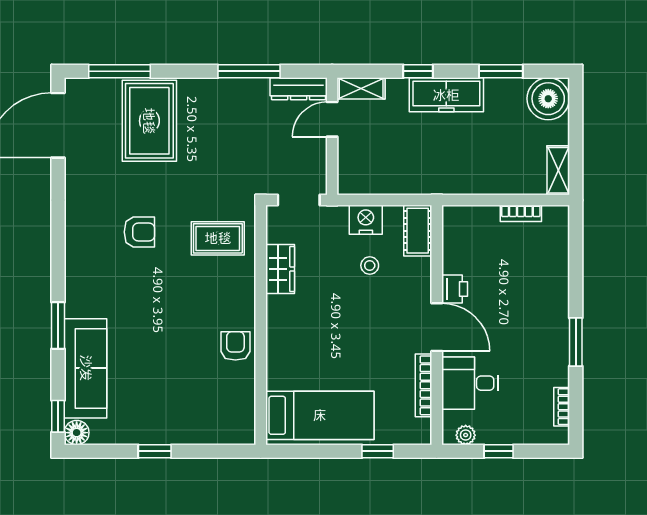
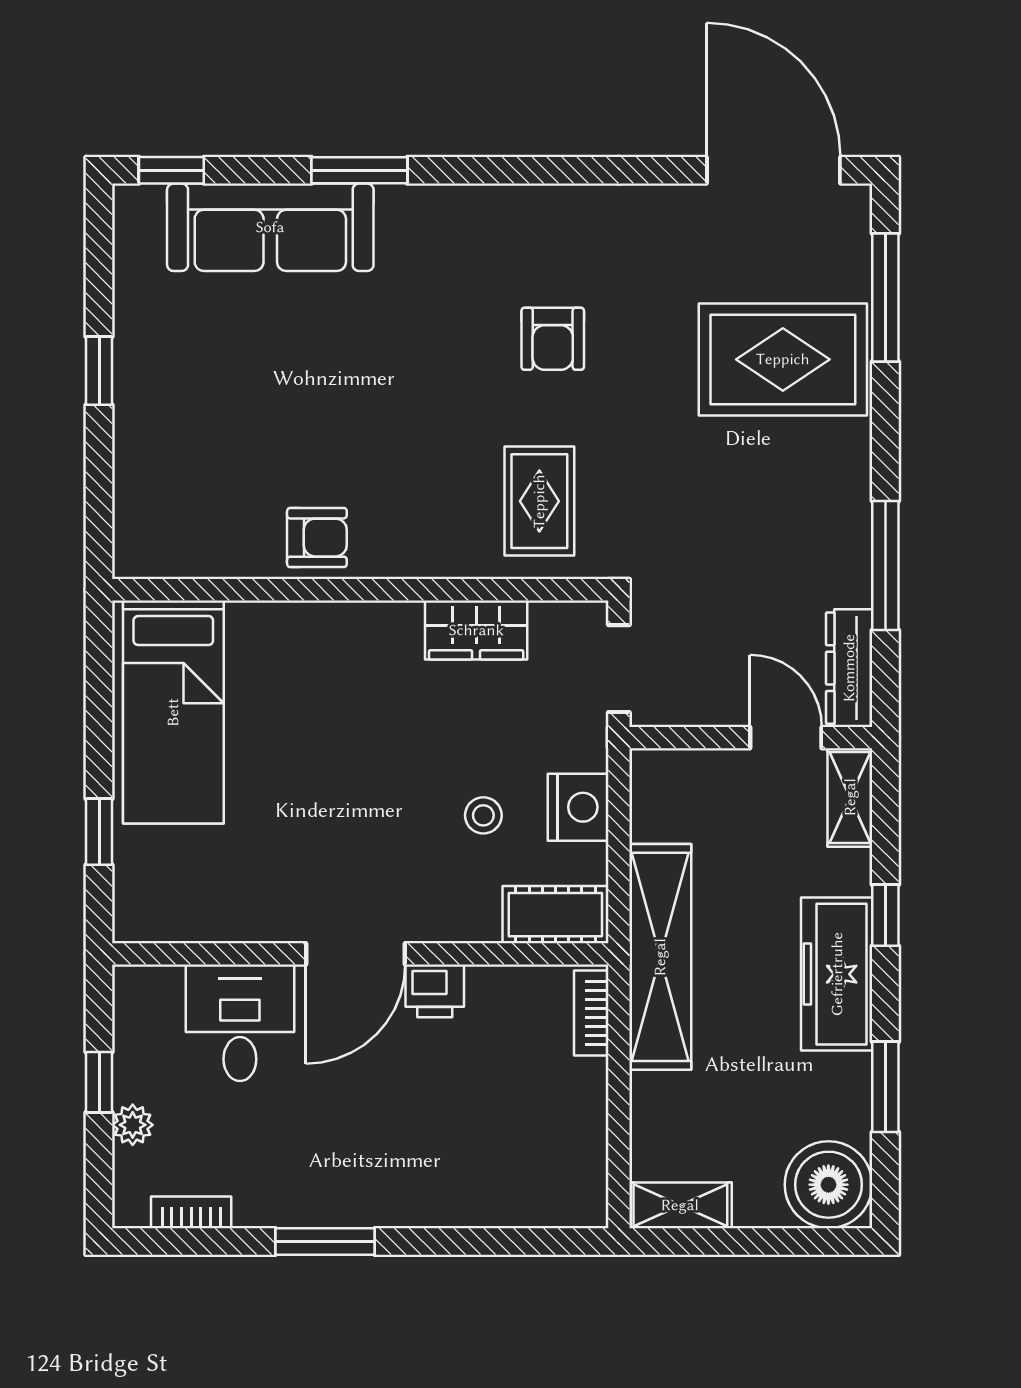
shelving: (438, 180) -> (660, 957), added
bookcase: (521, 213) -> (591, 1013), moved
bookcase: (424, 385) -> (235, 927), removed
floor lamp: (77, 433) -> (138, 209), removed
plant: (466, 435) -> (133, 1125), moved

